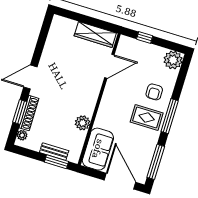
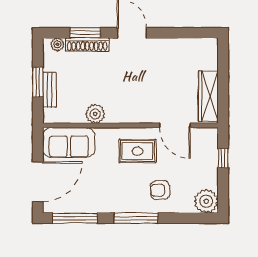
rug: (147, 118) -> (137, 151), moved, turned 90
window: (57, 162) -> (38, 82), moved

